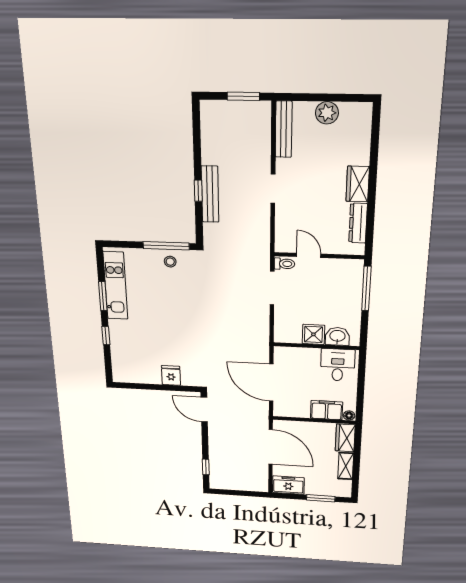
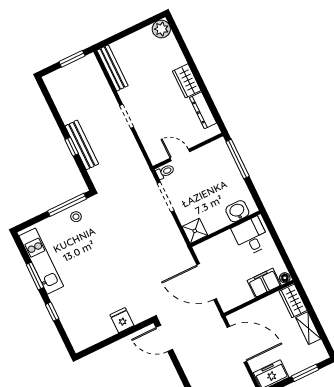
plant: (327, 113) -> (161, 29), moved
shower: (313, 334) -> (195, 231), moved

